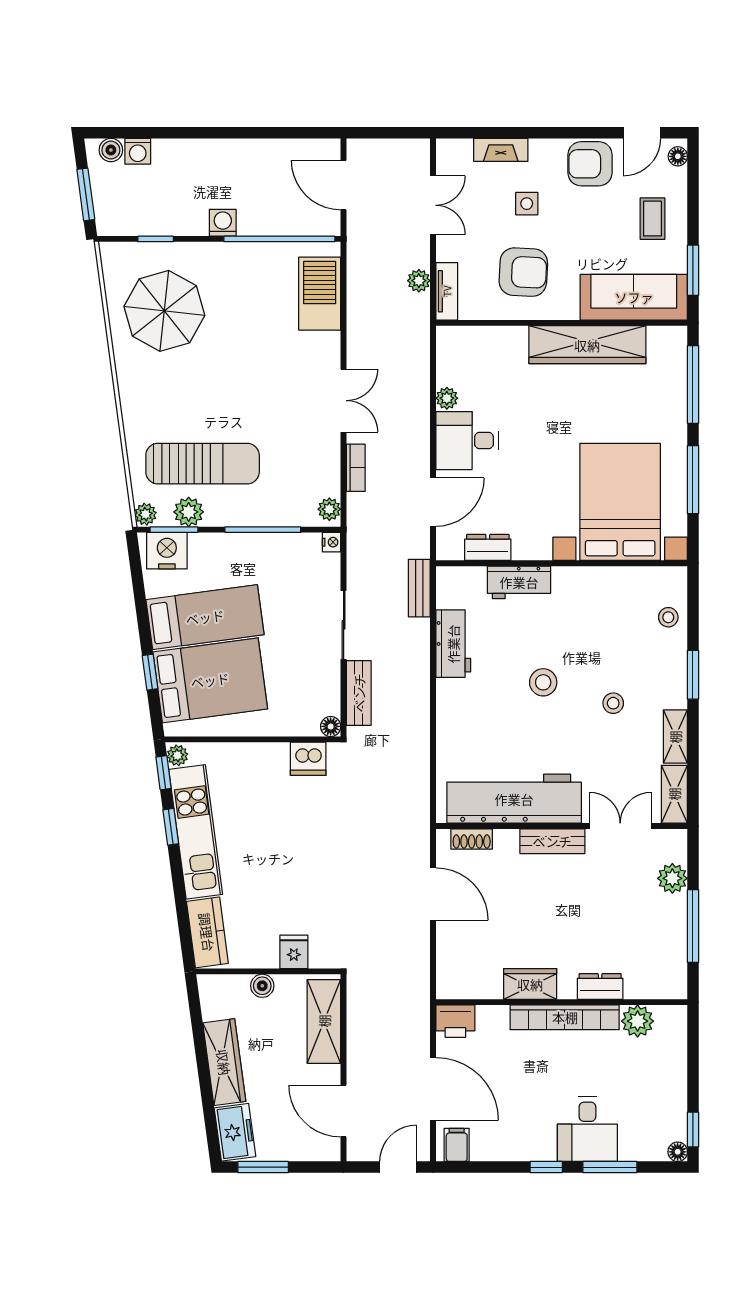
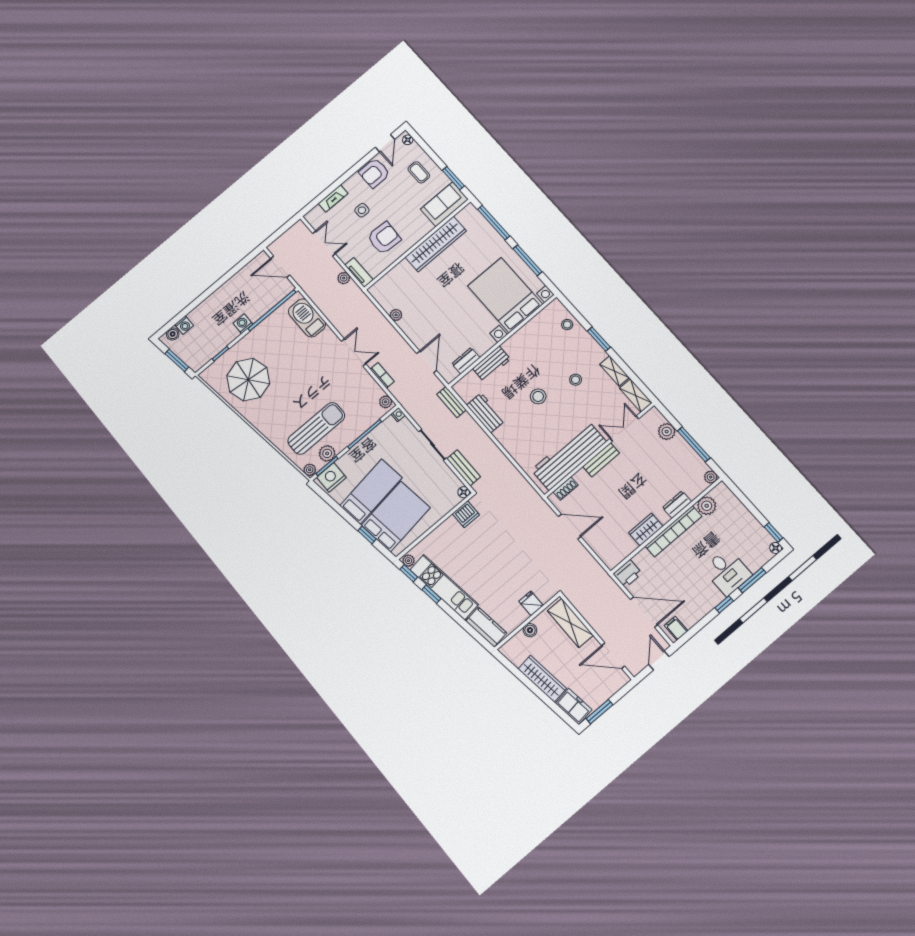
sofa: (634, 297) -> (444, 204), width x0.73
desk: (467, 441) -> (419, 325), removed
plant: (676, 988) -> (711, 477), added

